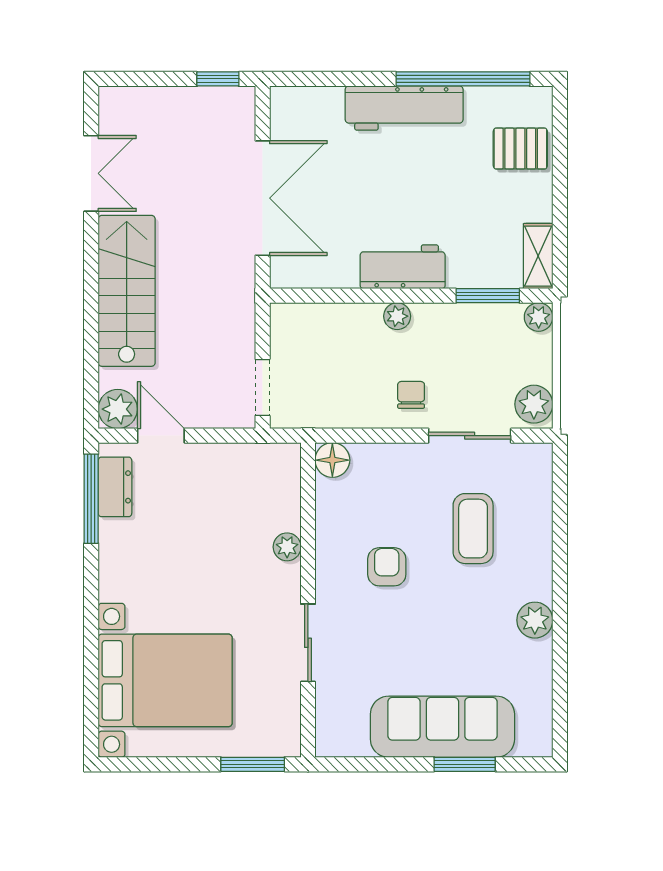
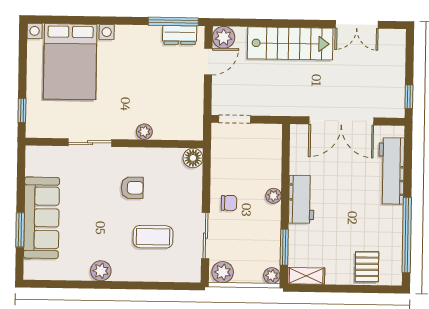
workbench: (404, 108) -> (391, 171), moved
window: (253, 764) -> (22, 110), width x0.67

